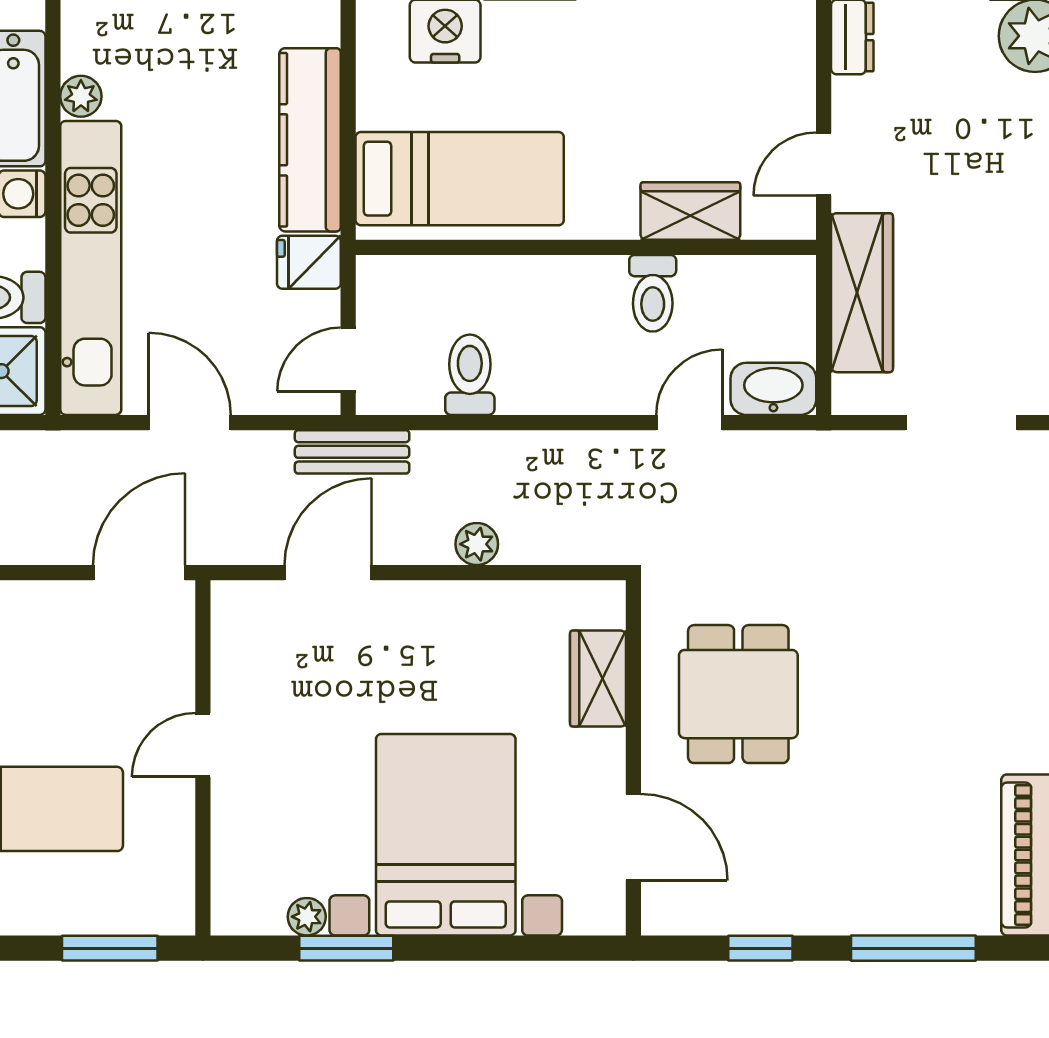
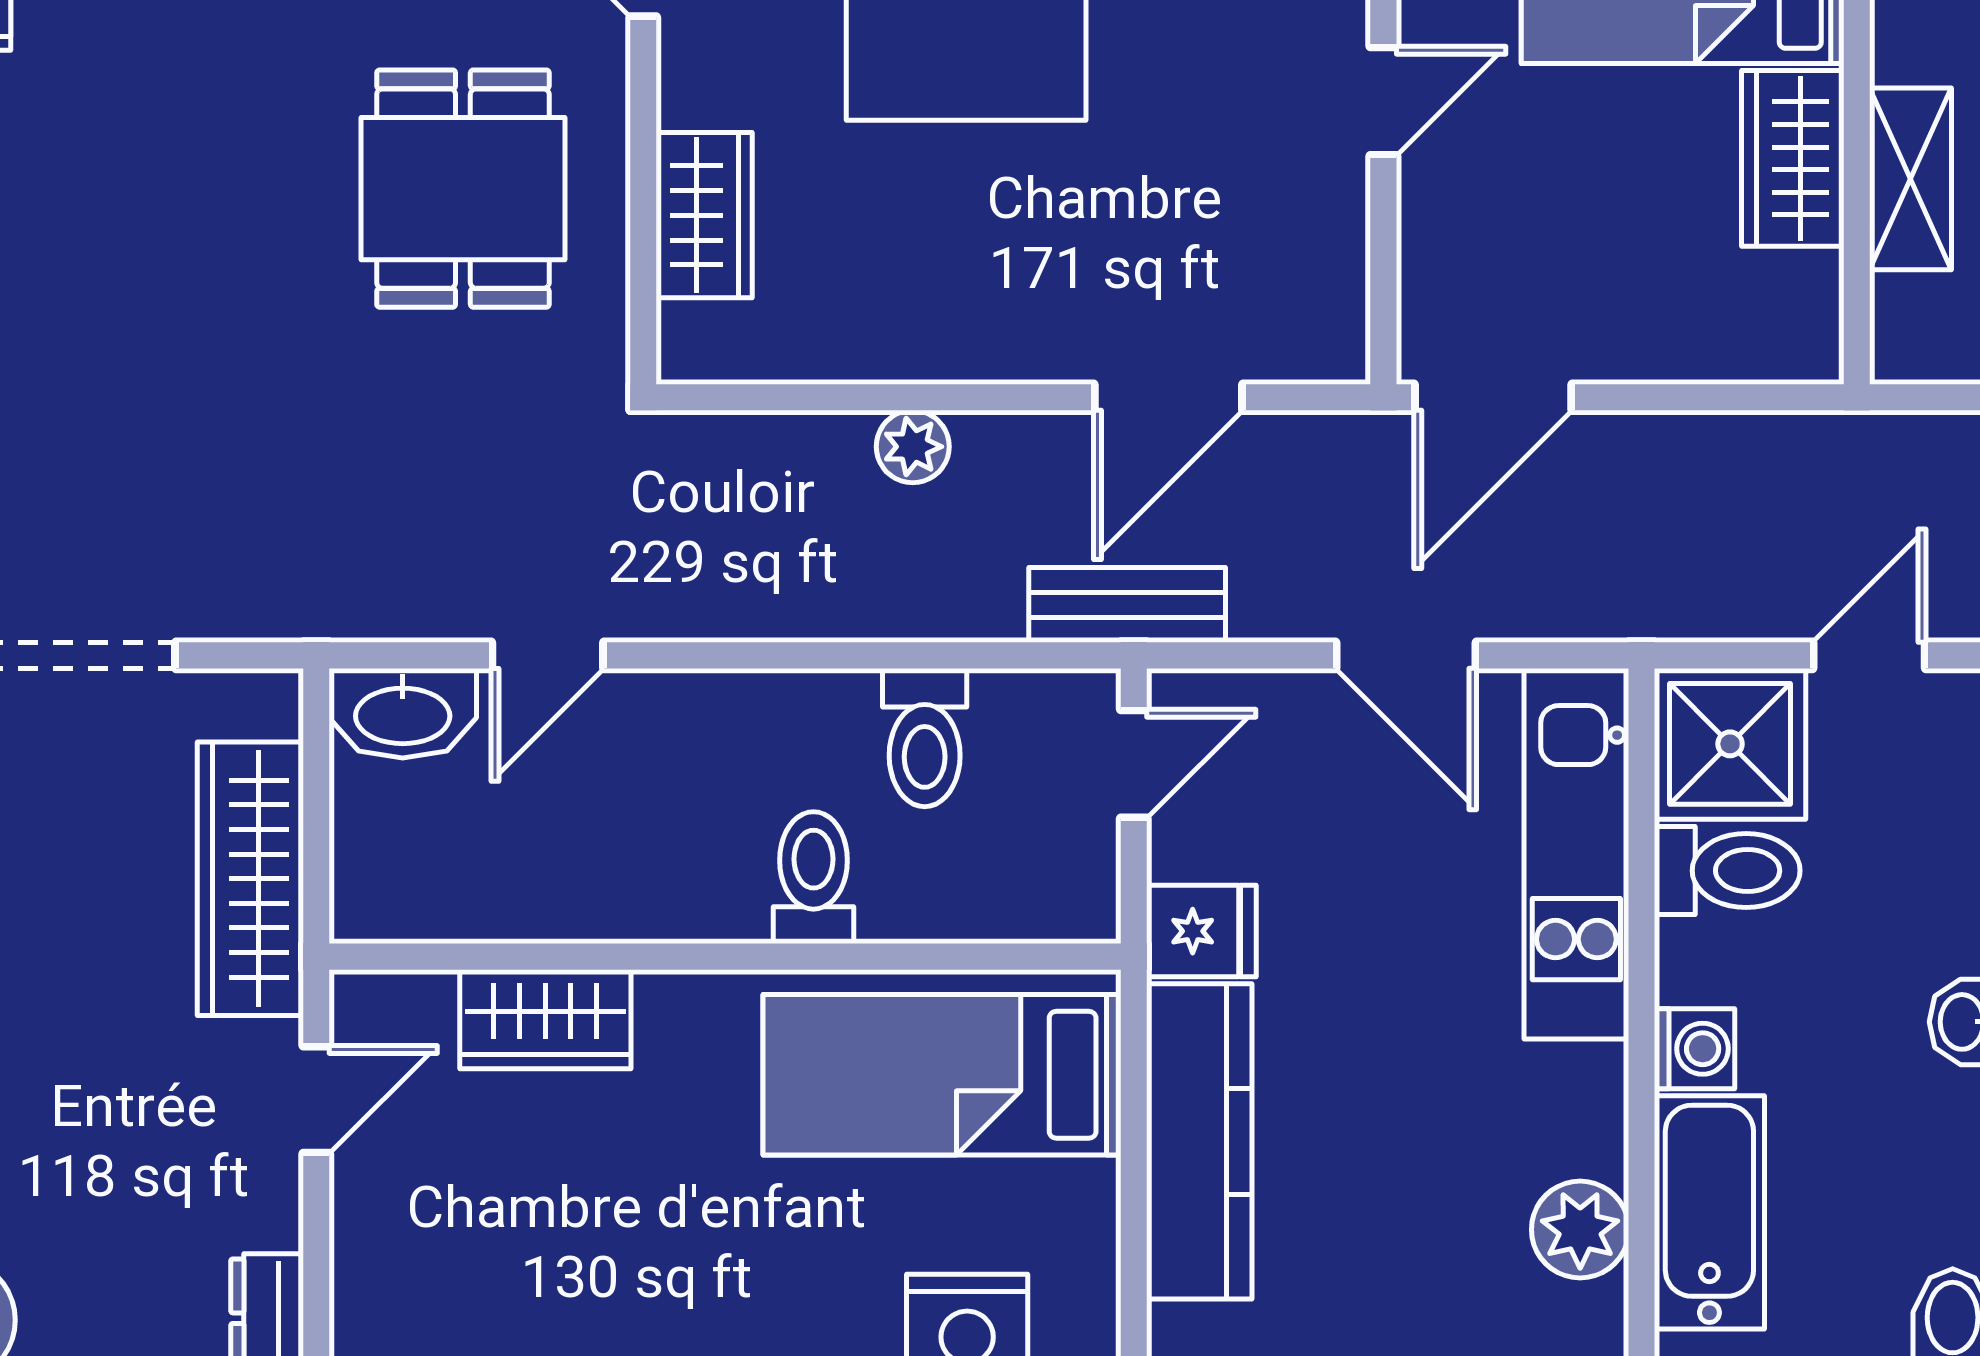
plant: (81, 96) -> (1580, 1230), width x1.38, depth x1.38
kitchen unit: (91, 268) -> (1576, 854), width x0.73
toilet: (653, 293) -> (813, 878), moved

